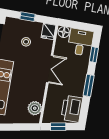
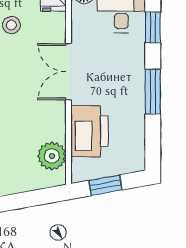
double door: (50, 69) -> (69, 72), swing flipped
printer: (72, 109) -> (89, 131), moved, turned 180

